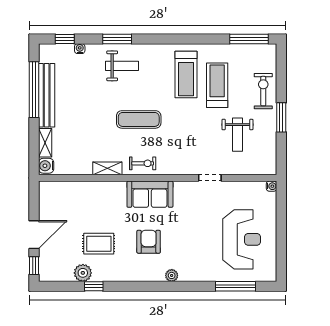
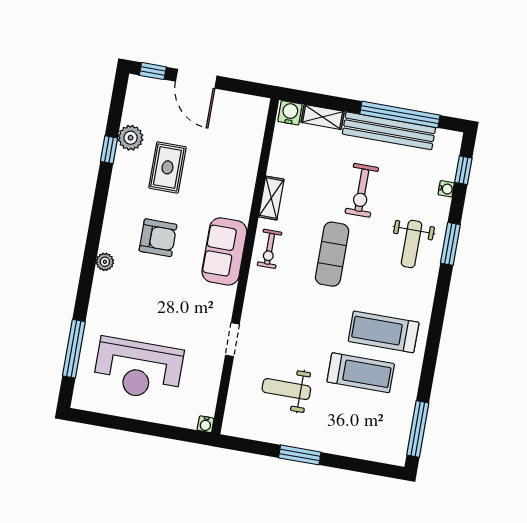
exercise bike: (263, 91) -> (362, 190), moved, turned 90

